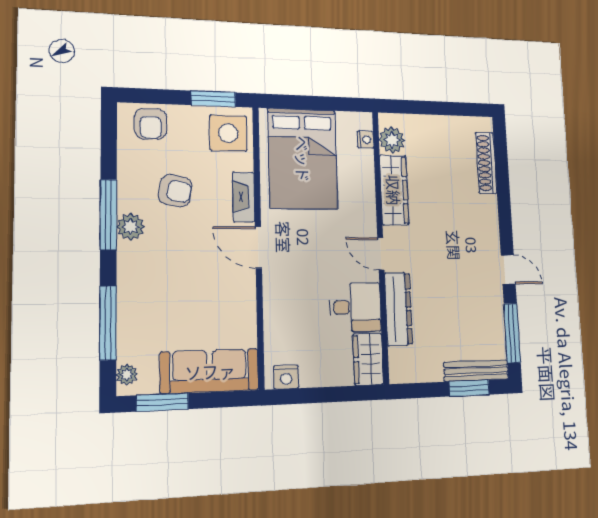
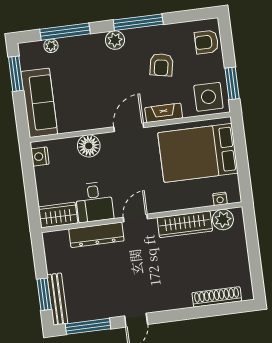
plant: (131, 227) -> (115, 40), moved
floor lamp: (278, 306) -> (89, 146), added
plant: (127, 375) -> (51, 46), moved

